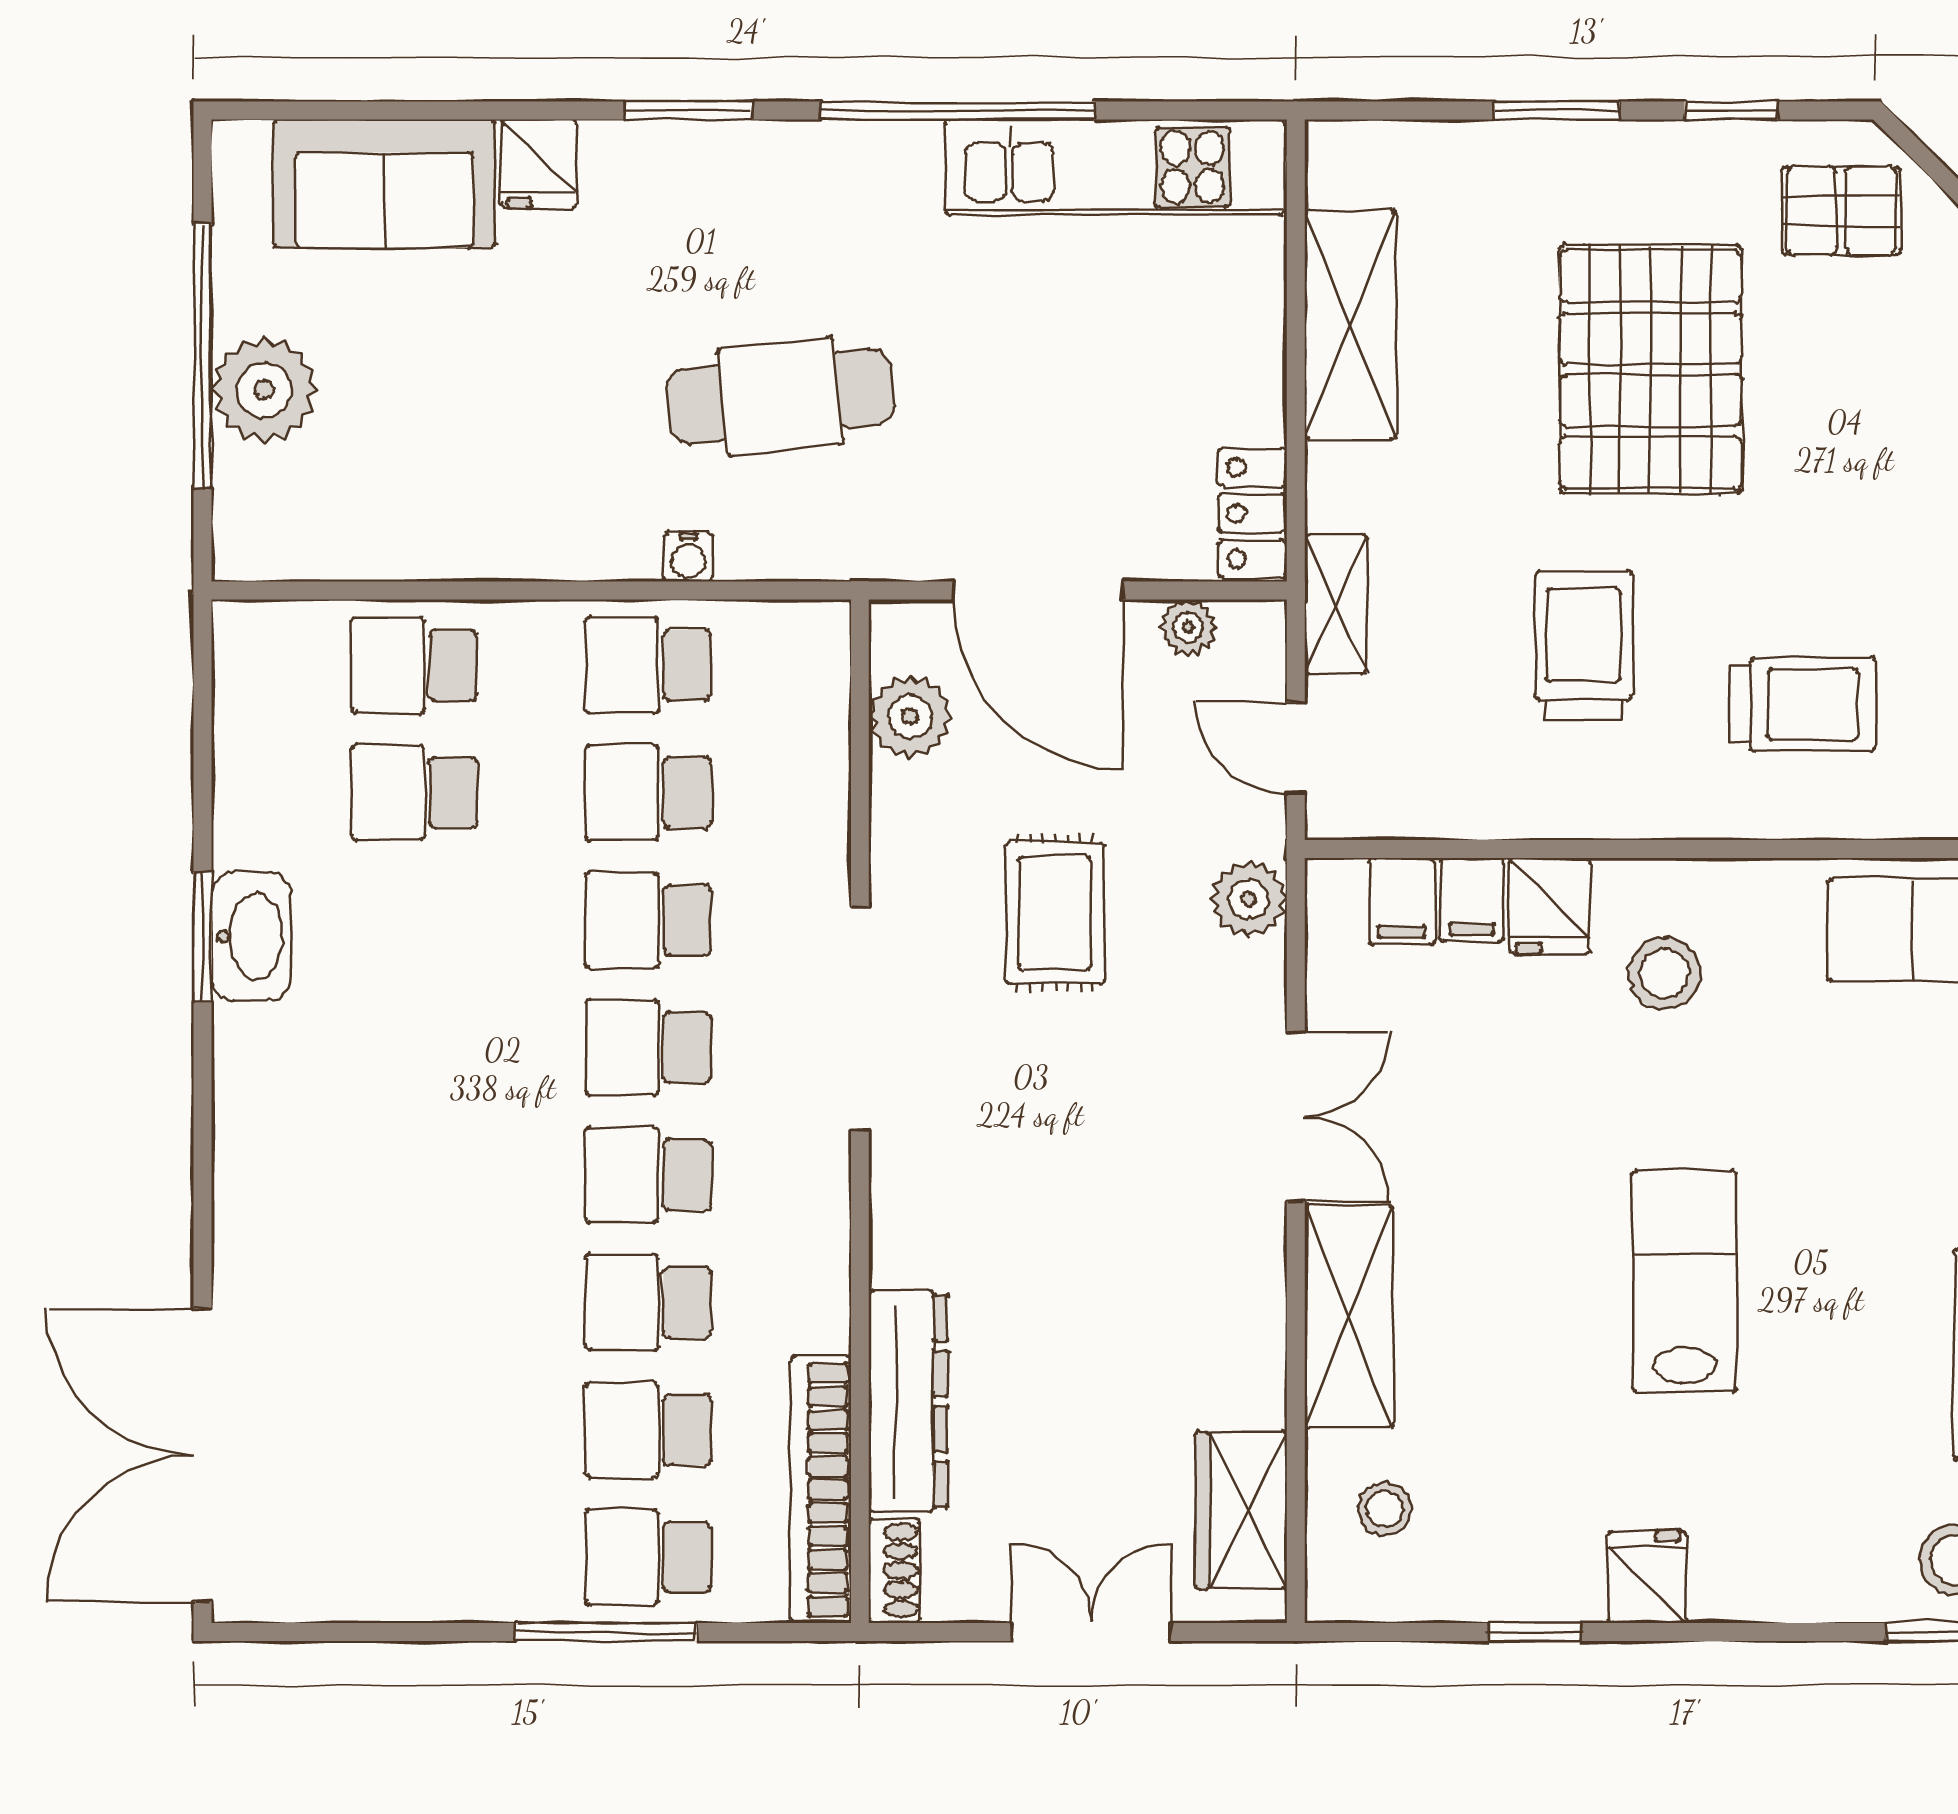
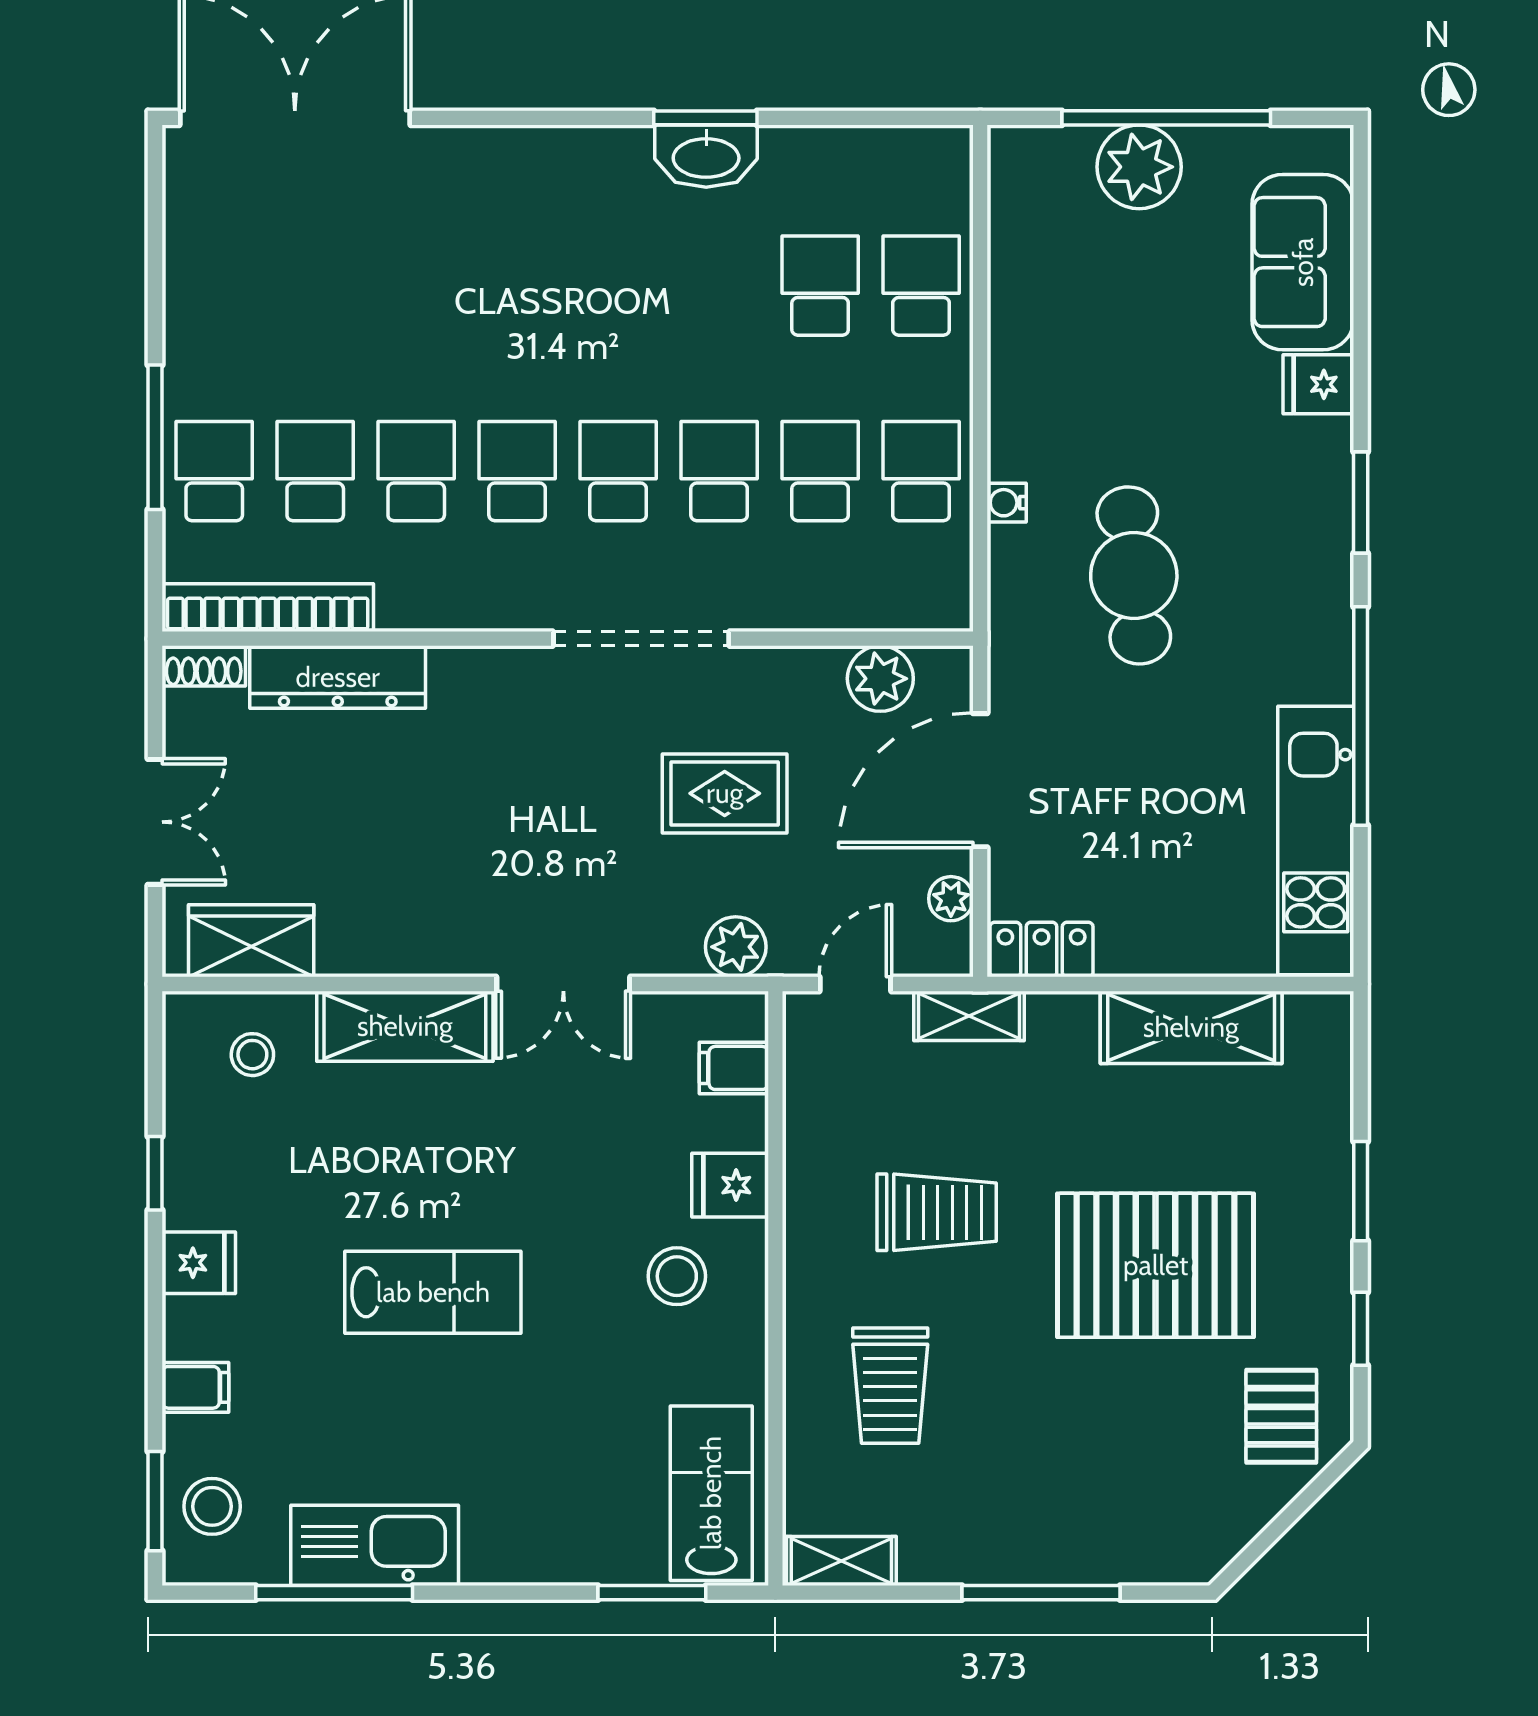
filing cabinet: (1472, 900) -> (195, 1387), moved, turned 180

